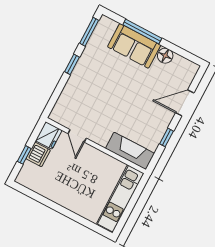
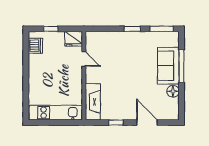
door: (77, 136) -> (84, 59), swing flipped
dishwasher: (38, 154) -> (35, 46), moved, turned -90

